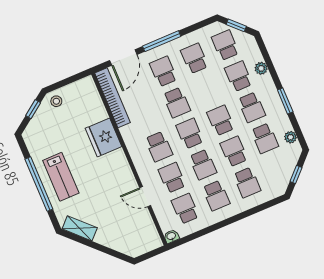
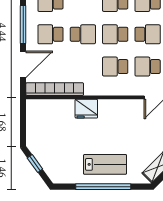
door: (123, 57) -> (23, 64), hinge flipped
stool: (56, 101) -> (37, 140), removed
fridge: (104, 137) -> (86, 109), width x0.73, depth x0.75
school desk: (159, 147) -> (115, 67), turned 180

